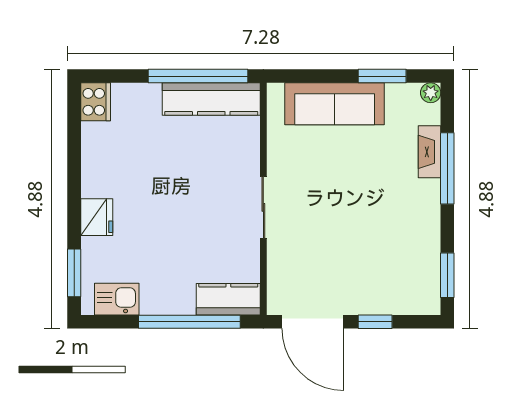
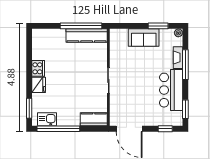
cooker: (96, 102) -> (38, 68), moved
sofa: (335, 104) -> (144, 37), width x0.73
bar counter: (413, 229) -> (171, 90), added
window: (189, 322) -> (58, 129), moved
window: (375, 322) -> (165, 129), moved

